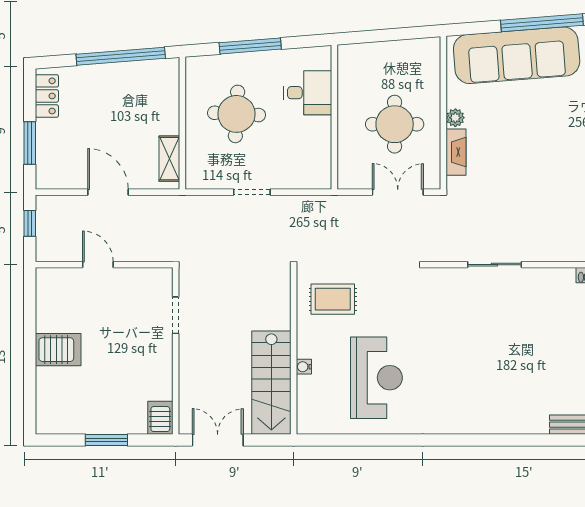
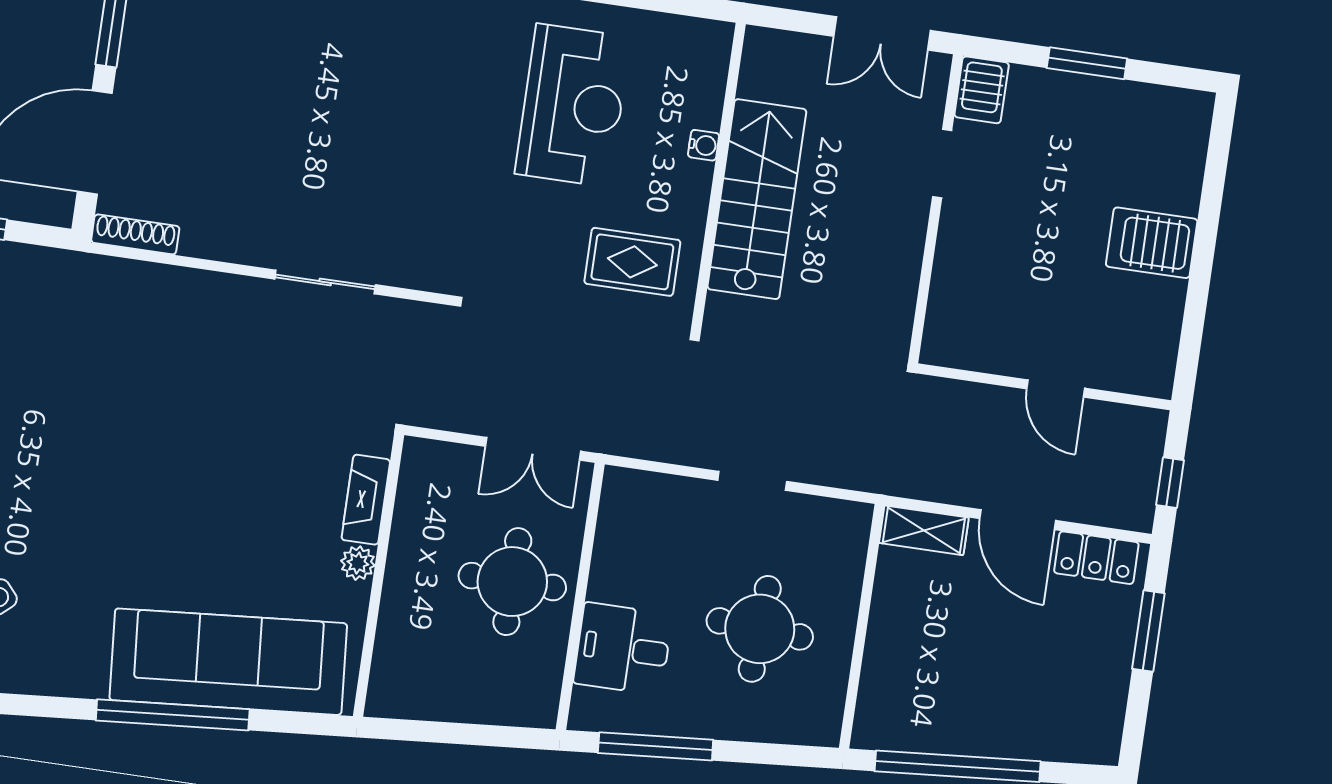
window: (250, 46) -> (656, 746), moved
locker: (47, 96) -> (1096, 558), moved, turned -90
round table: (395, 124) -> (512, 582), moved
shelving: (169, 159) -> (924, 530), moved, turned 90
double door: (398, 192) -> (533, 449), moved
doorway: (176, 315) -> (942, 163), moved
reception desk: (376, 378) -> (573, 105), turned 180
stairs: (271, 383) -> (757, 199), moved

